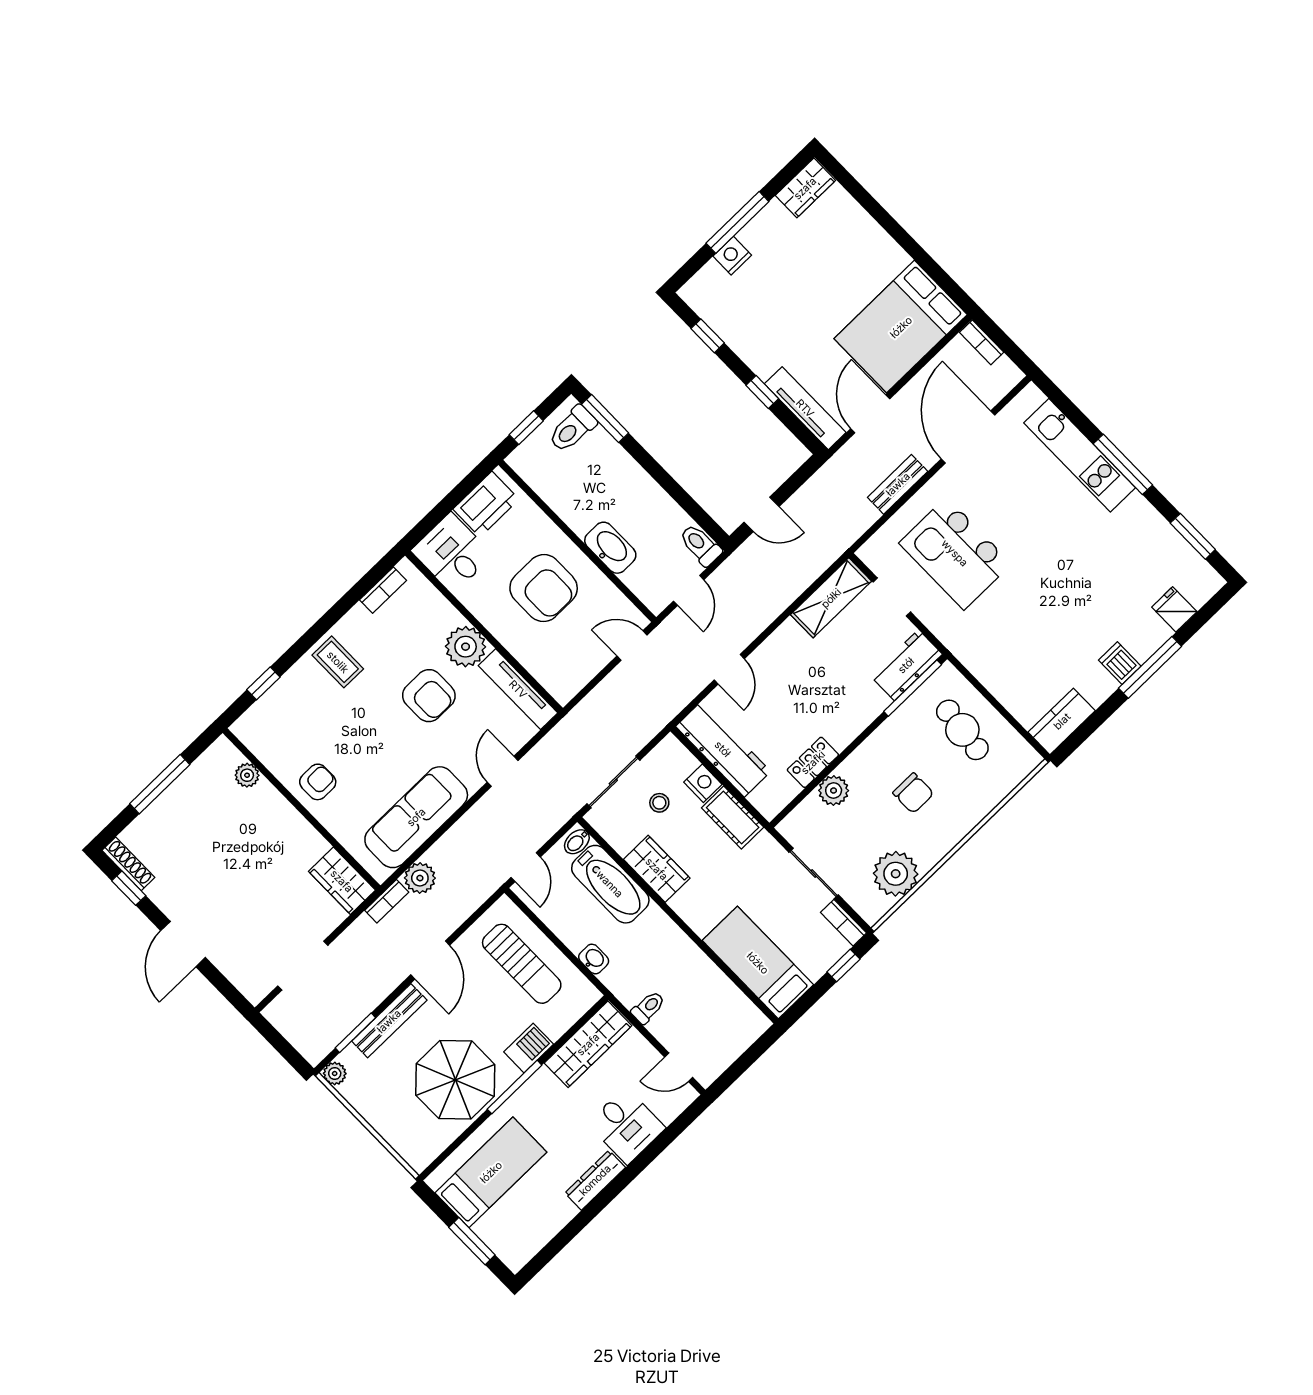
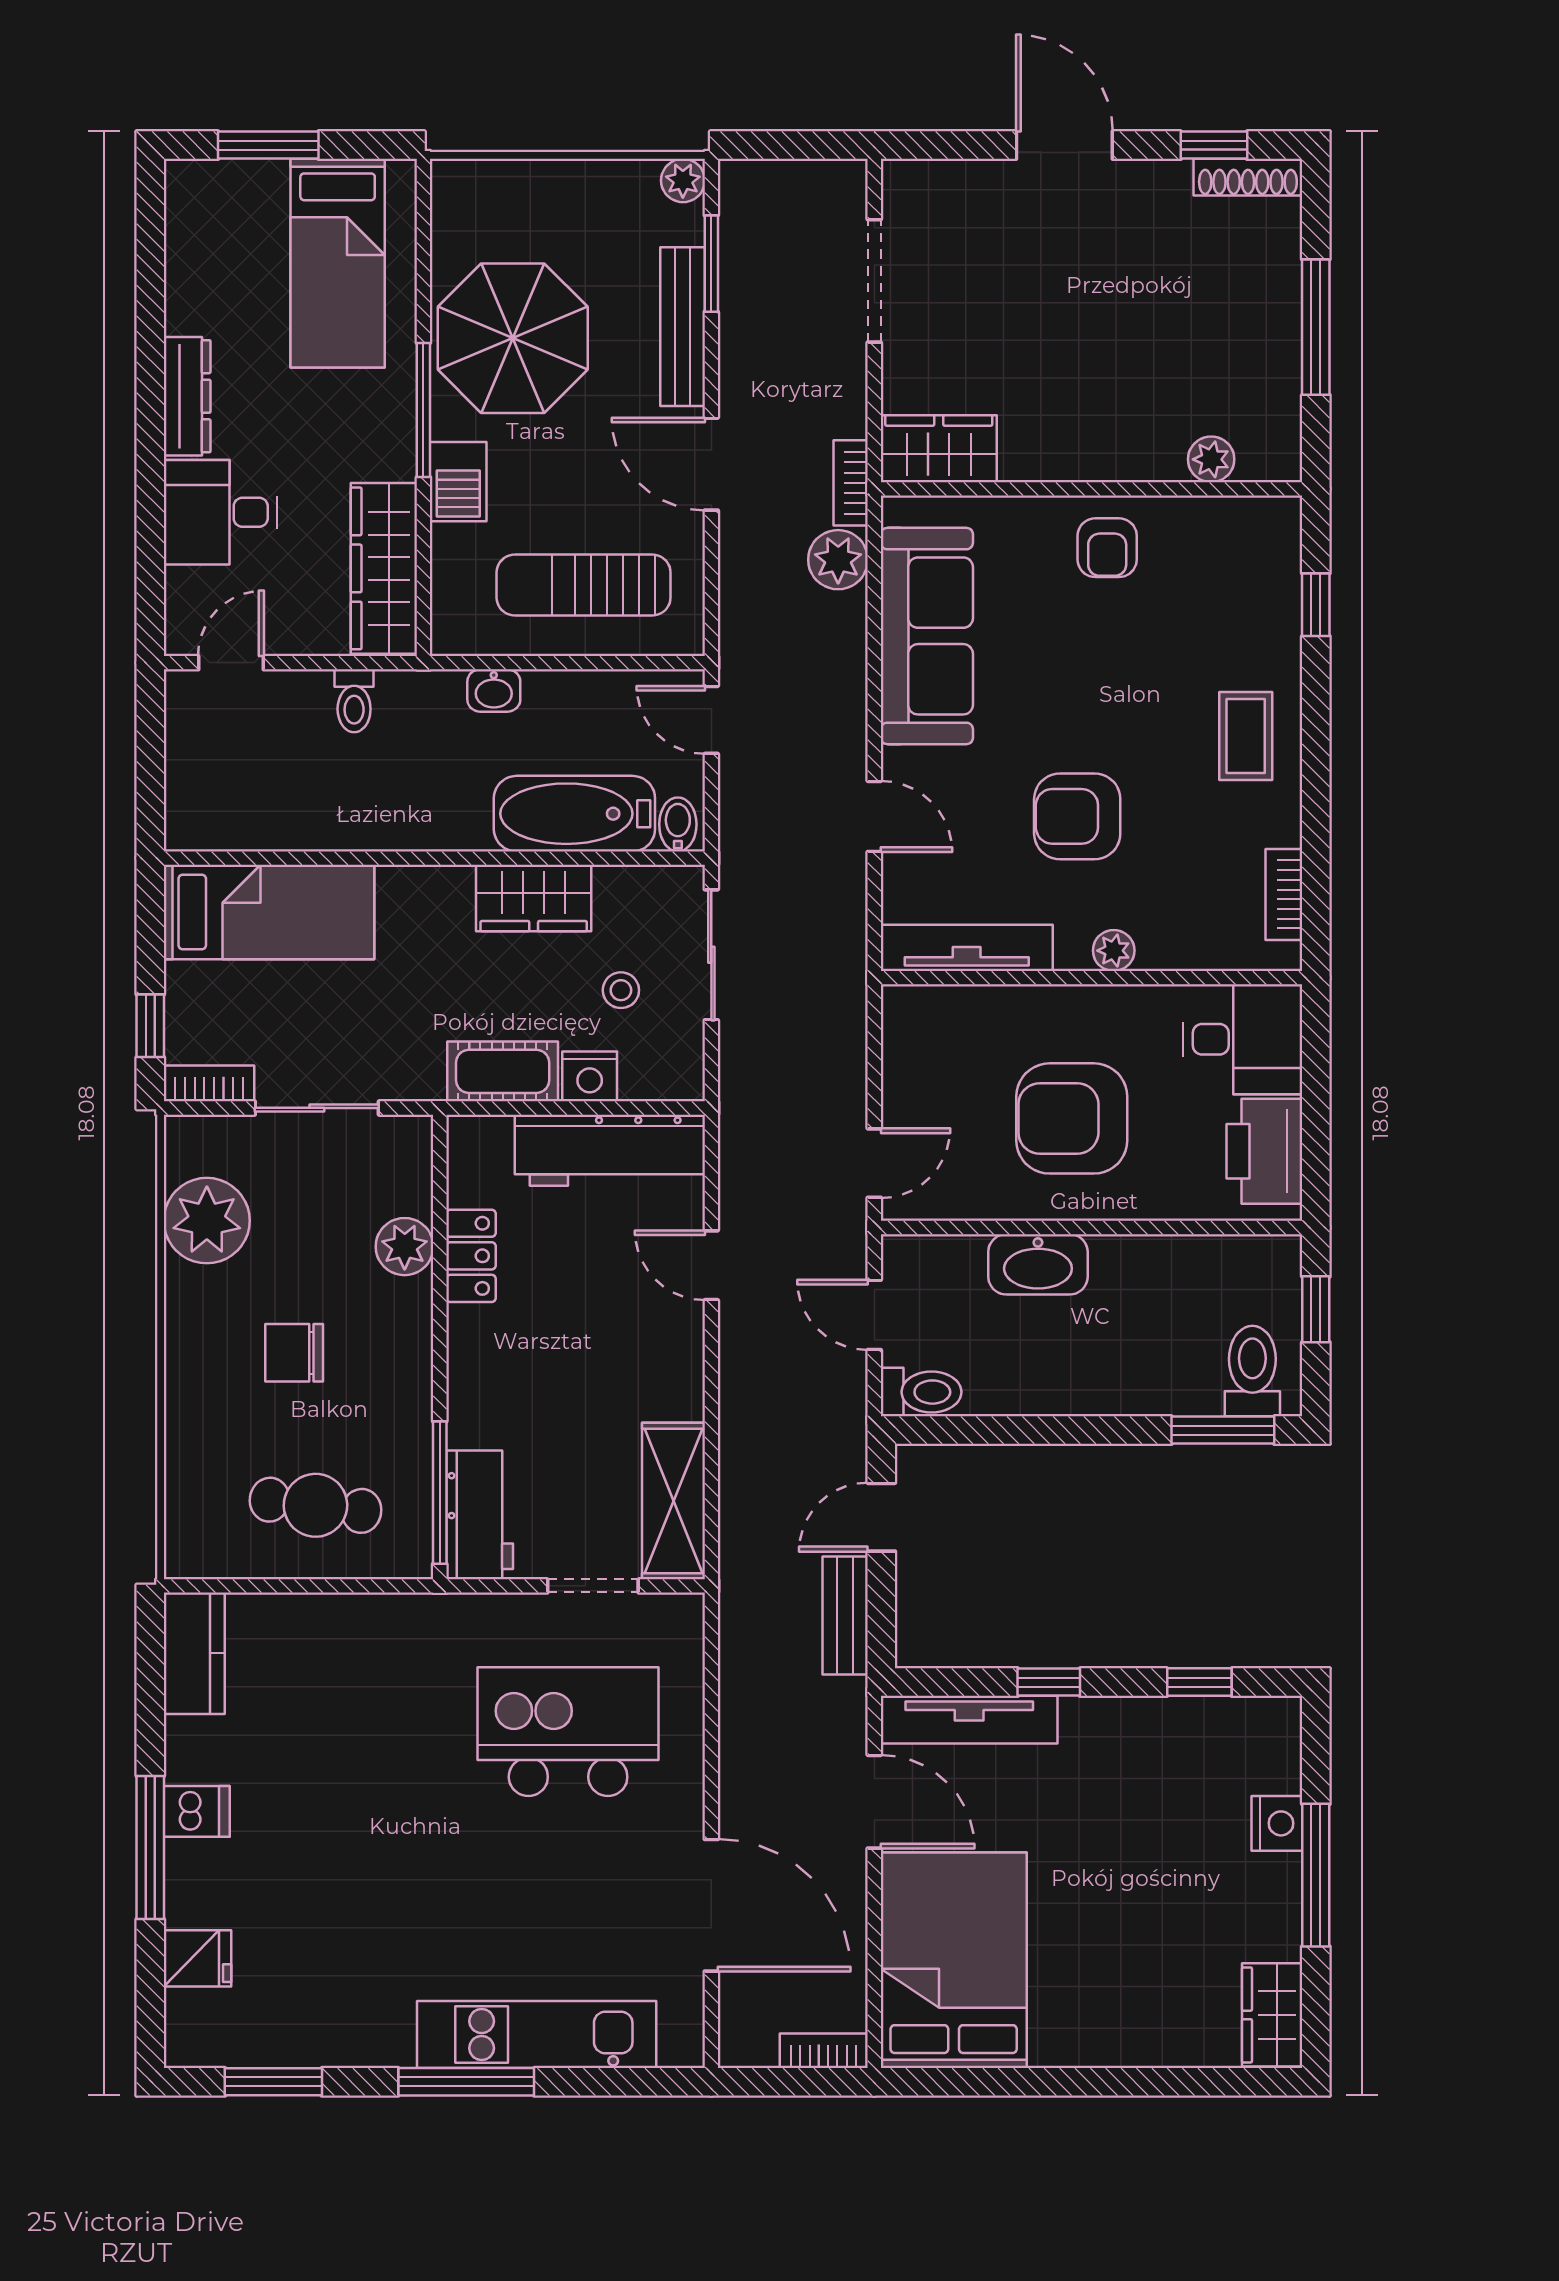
bench: (898, 484) -> (845, 1616), moved
plant: (466, 647) -> (1114, 951), width x0.53, depth x0.53
coffee table: (338, 662) -> (1246, 736), turned 90

